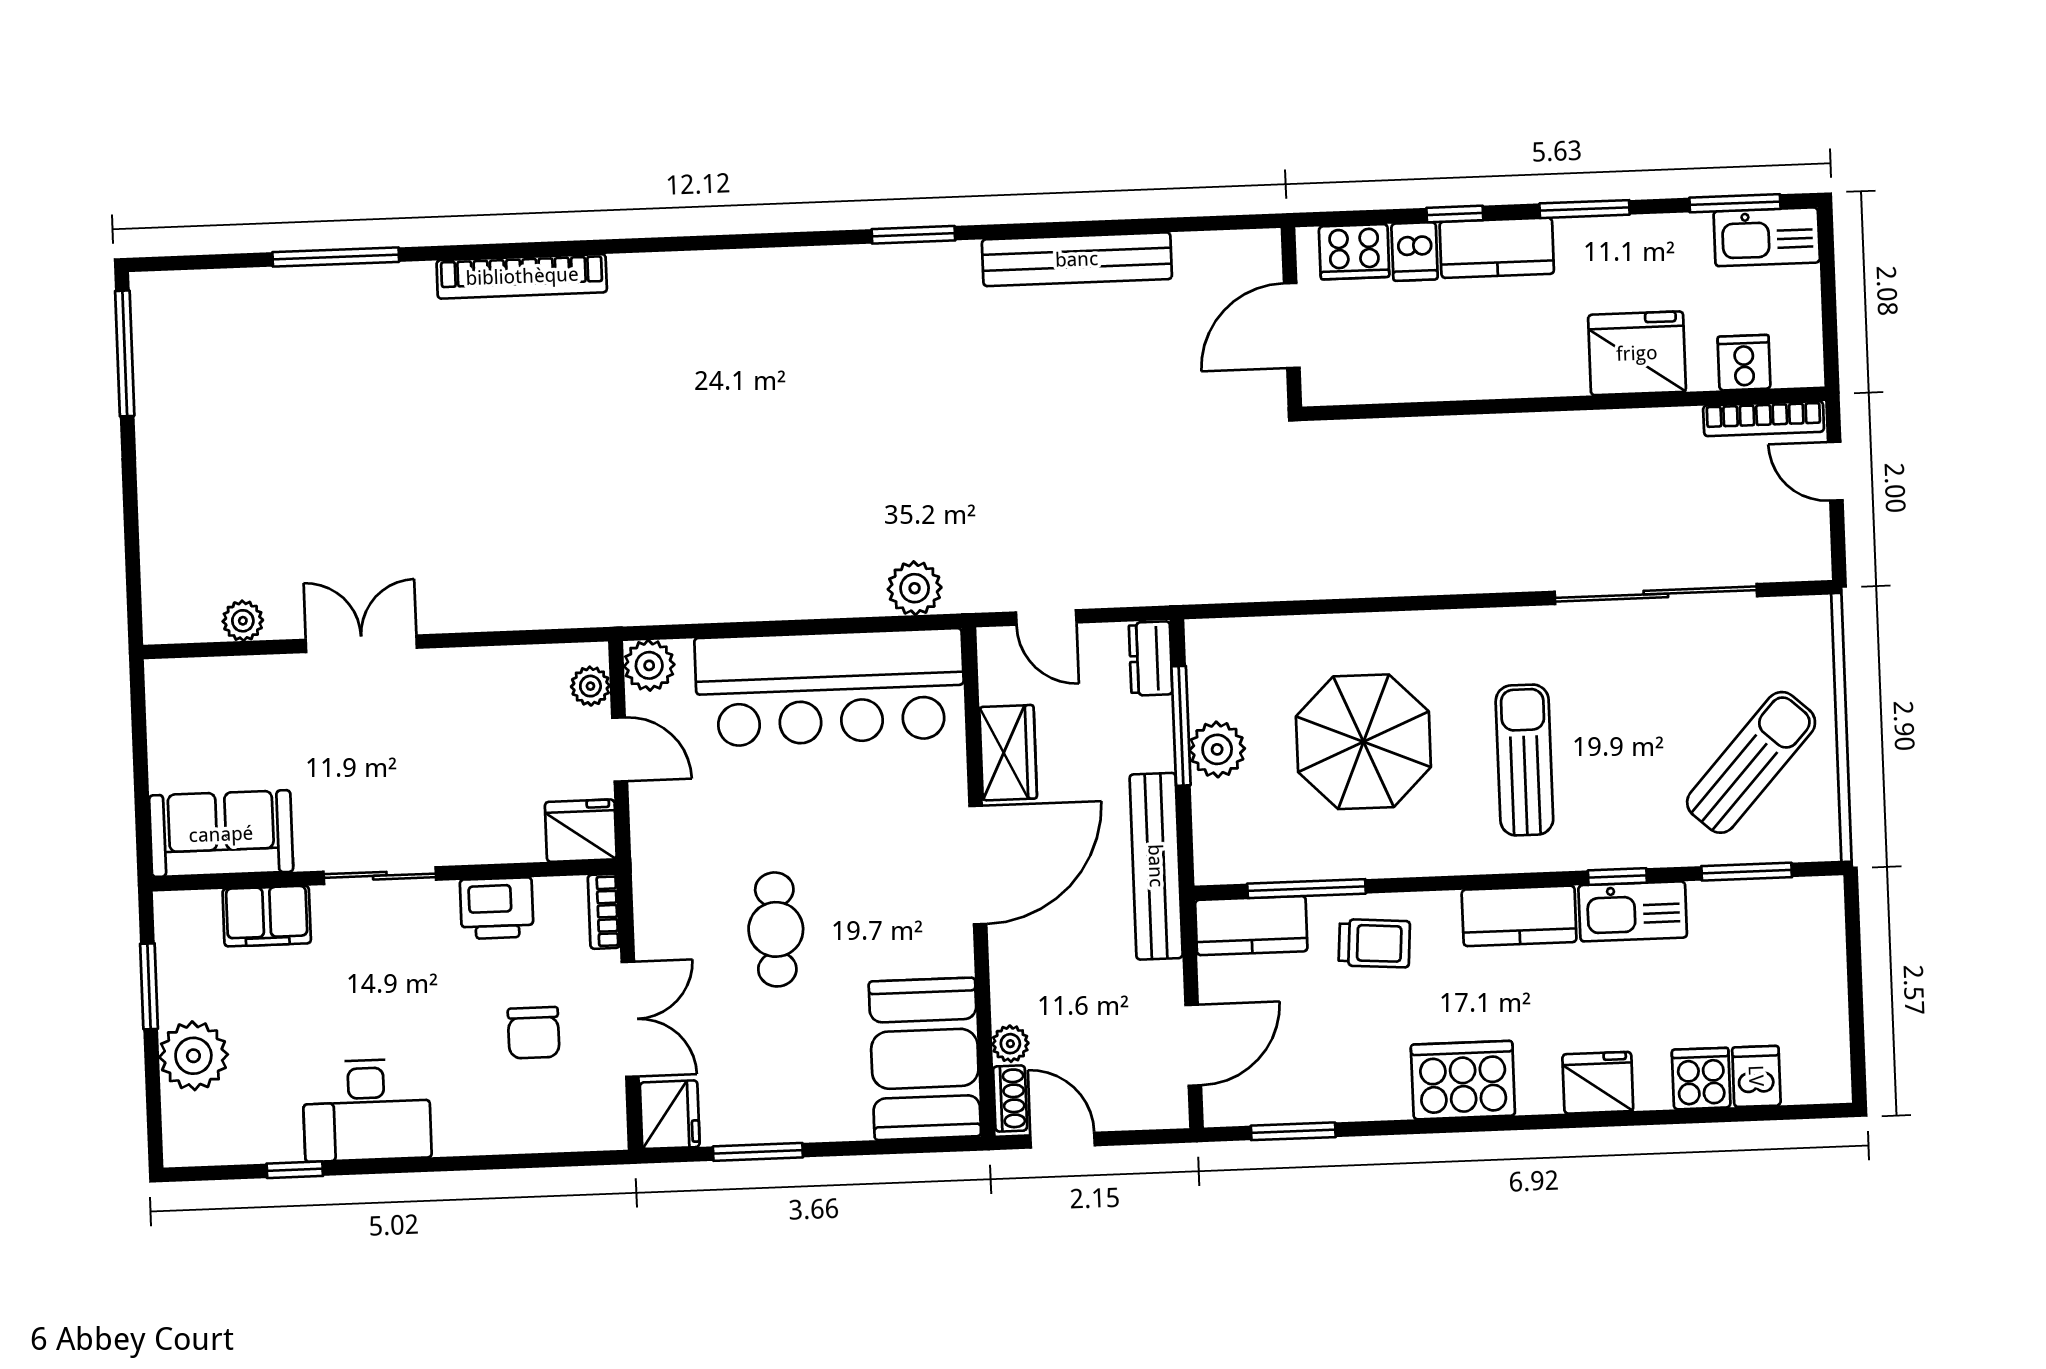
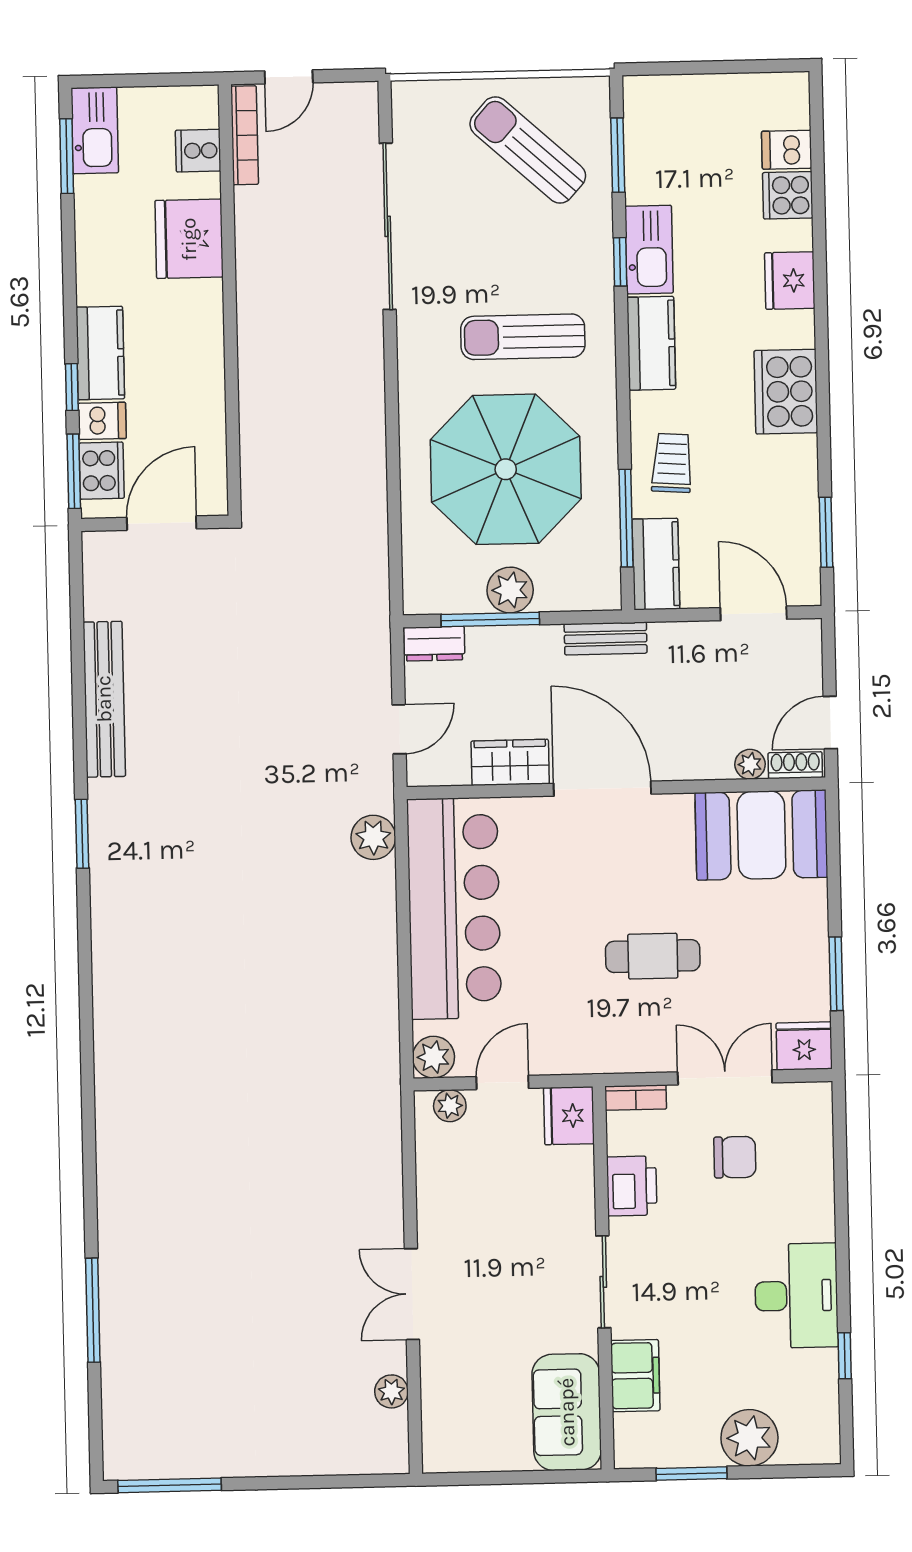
window: (1585, 209) -> (74, 471), moved
bookcase: (522, 276) -> (111, 1157), removed
door: (1292, 325) -> (162, 523), swing flipped
parasol: (1363, 742) -> (506, 469), width x1.36, depth x1.36
bench: (1156, 866) -> (606, 638), width x0.54, depth x0.82

